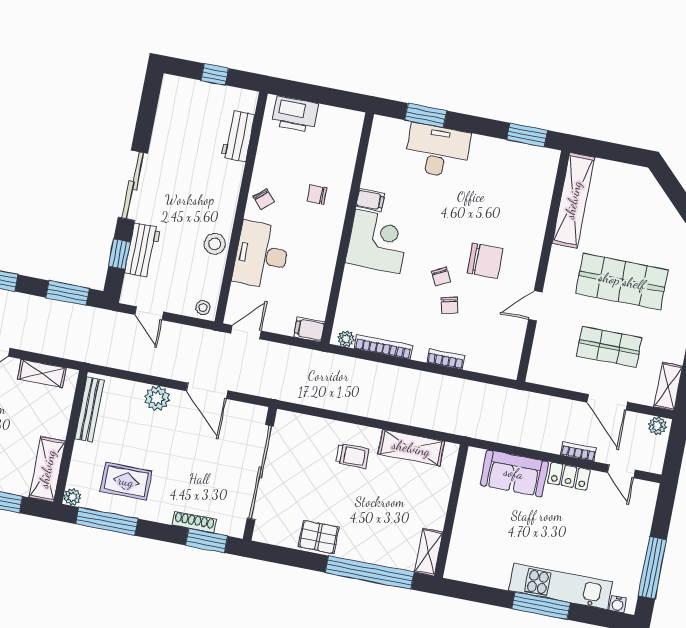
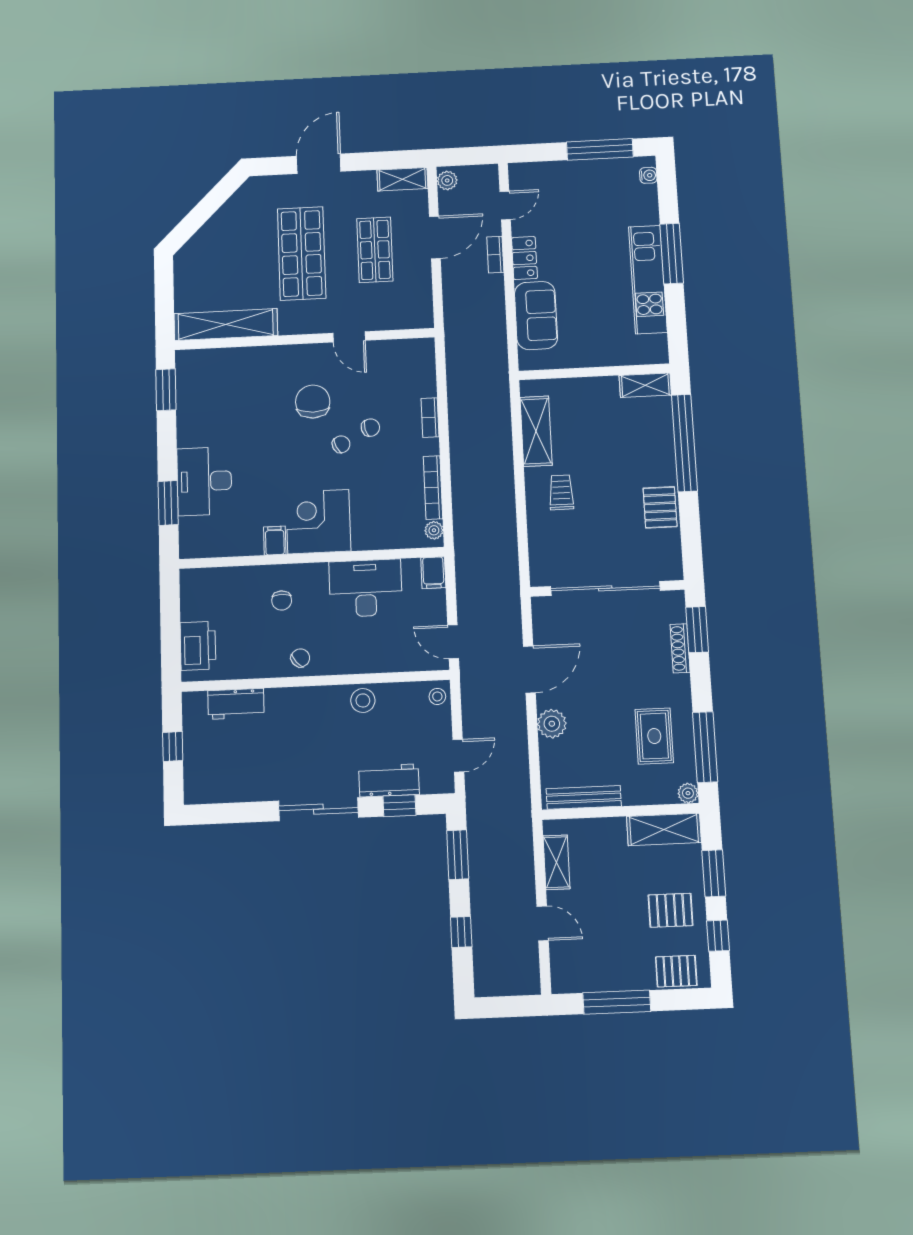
desk: (261, 255) -> (366, 588), moved, turned 180
kitchen unit: (560, 586) -> (648, 280), moved

